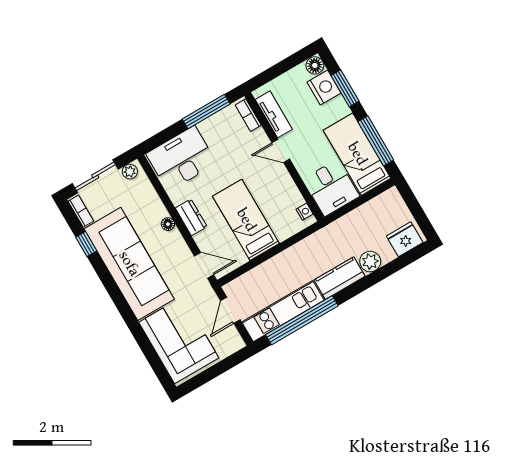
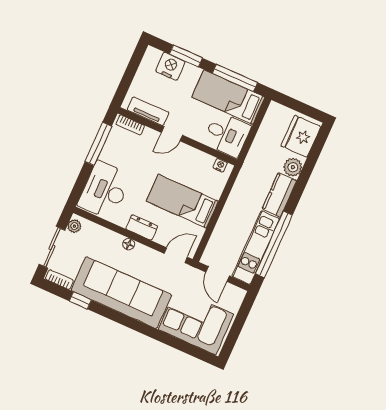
floor lamp: (315, 65) -> (152, 55), removed
fridge: (405, 239) -> (301, 136), width x1.36, depth x1.34

